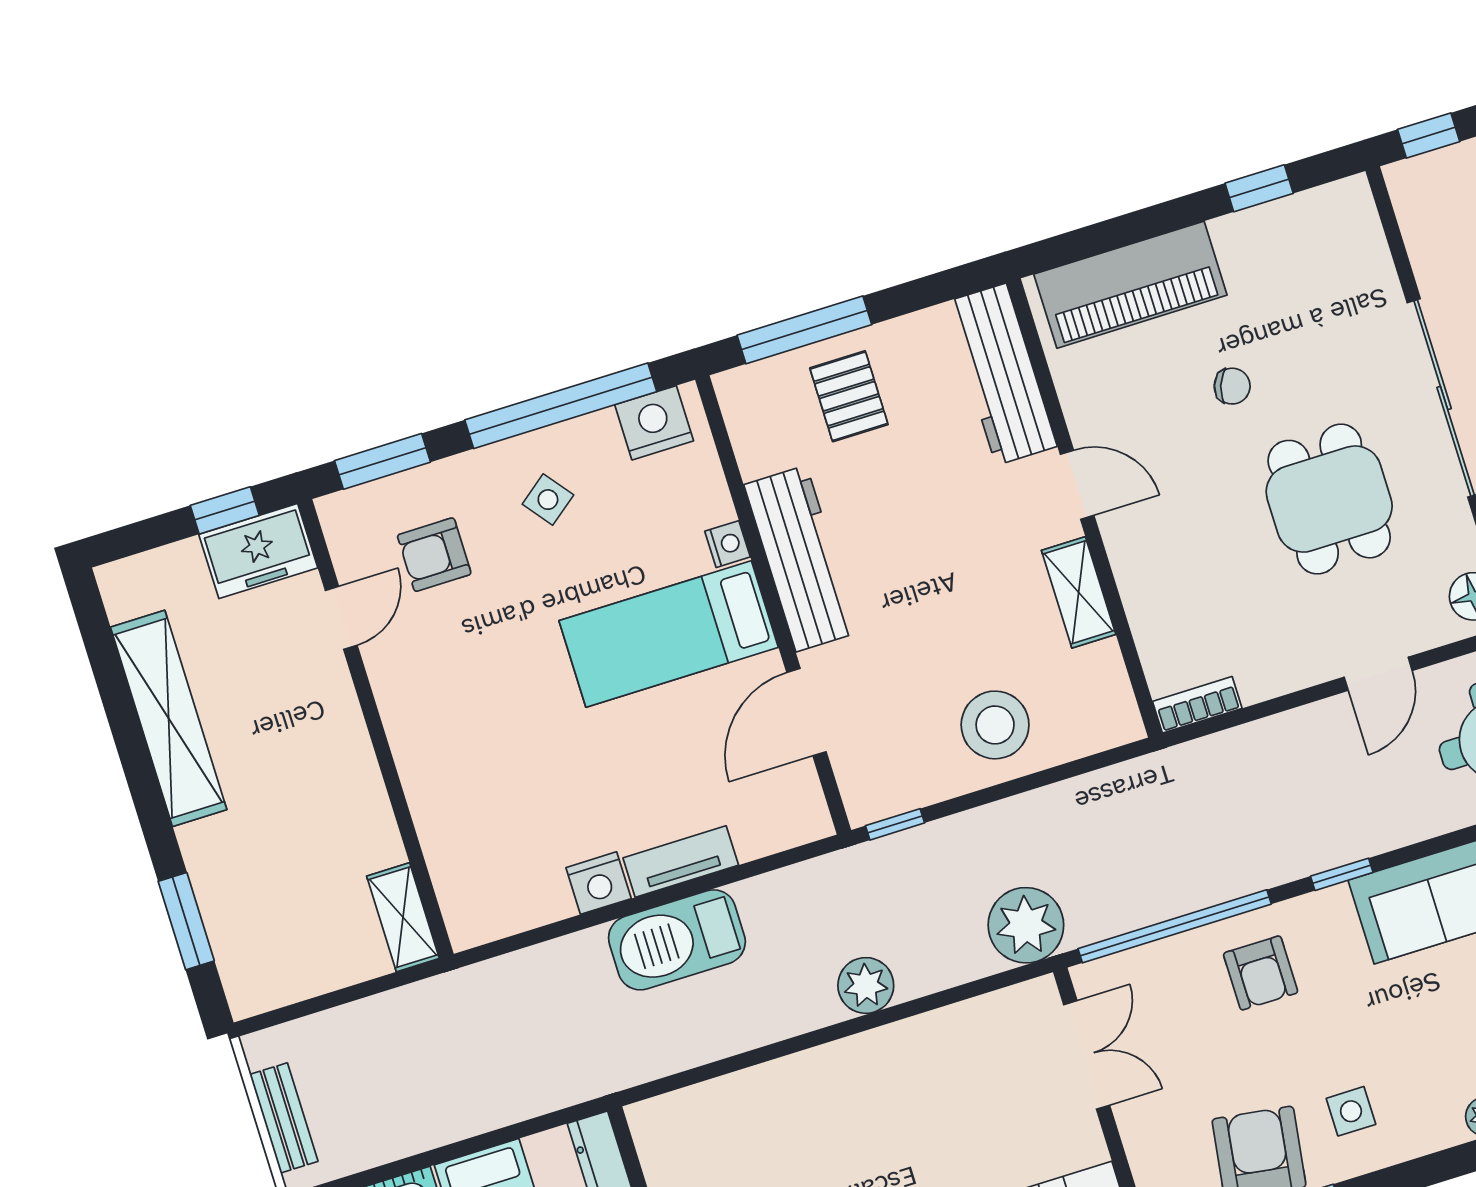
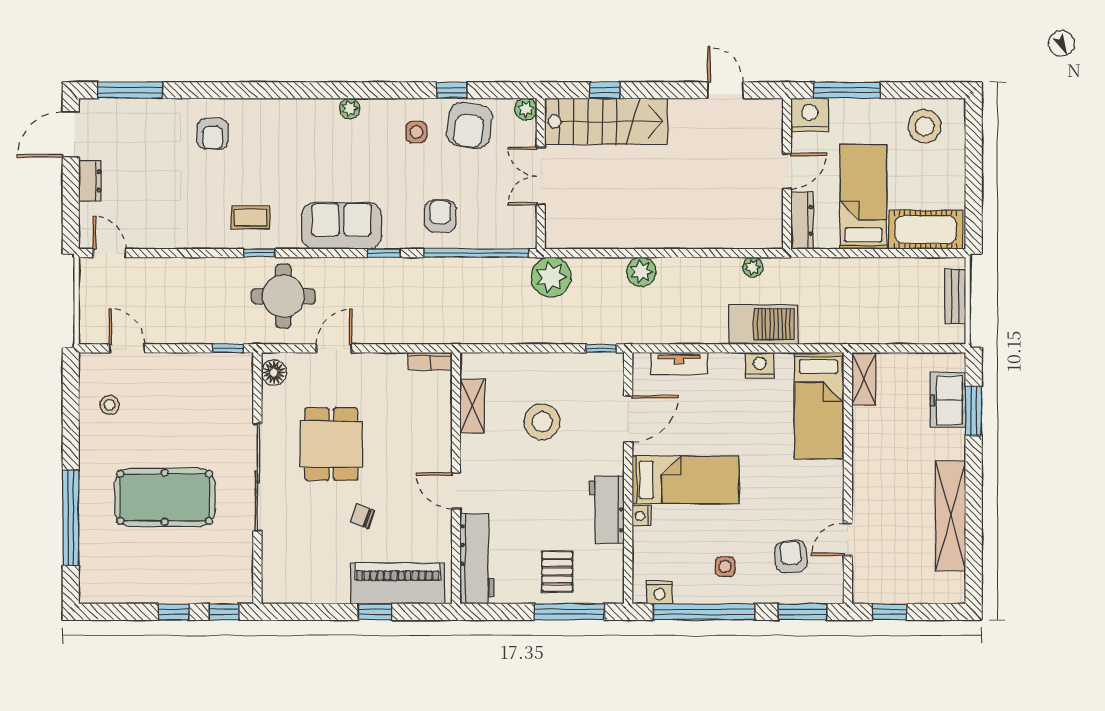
window: (1259, 188) -> (375, 612), moved
nightstand: (654, 423) -> (659, 592), width x0.74, depth x0.75
side table: (548, 500) -> (725, 567), turned 38
freezer: (258, 551) -> (948, 400), moved, turned -90
armchair: (434, 555) -> (791, 557), turned -95
workbench: (801, 559) -> (607, 510), width x0.73
shelving: (1079, 592) -> (472, 406), moved
stool: (995, 725) -> (542, 422), moved
bed: (470, 843) -> (818, 406), added
tv unit: (681, 862) -> (679, 363), moved
barbecue: (677, 940) -> (763, 324), moved
double door: (1087, 1055) -> (541, 176), moved
plant: (667, 1057) -> (753, 267), added

